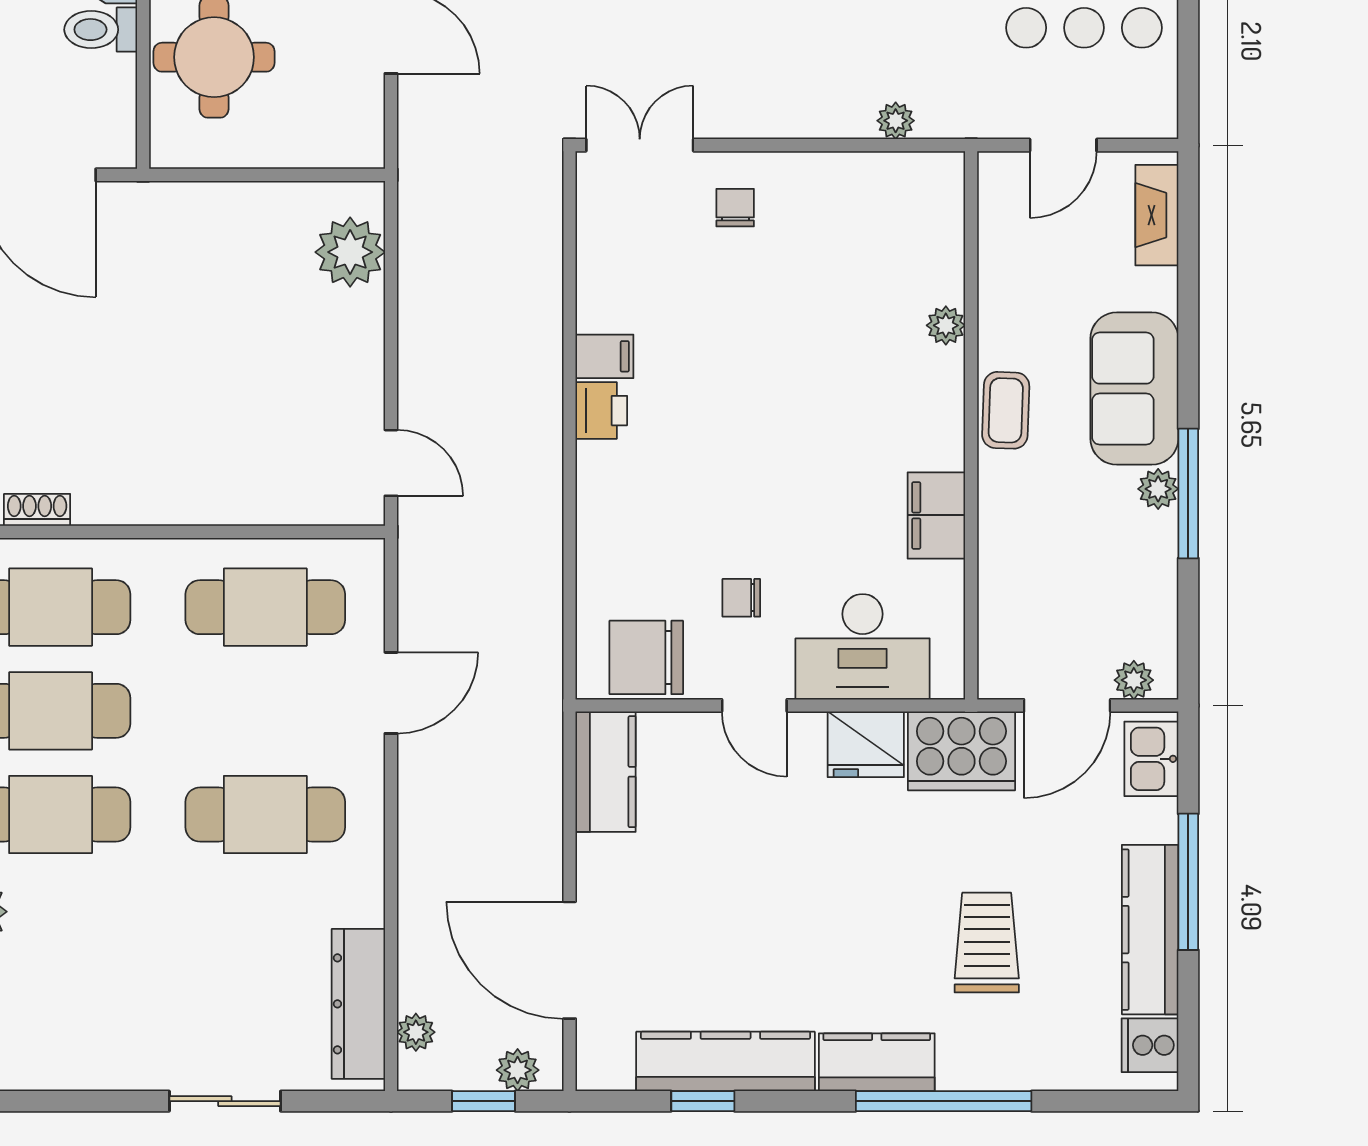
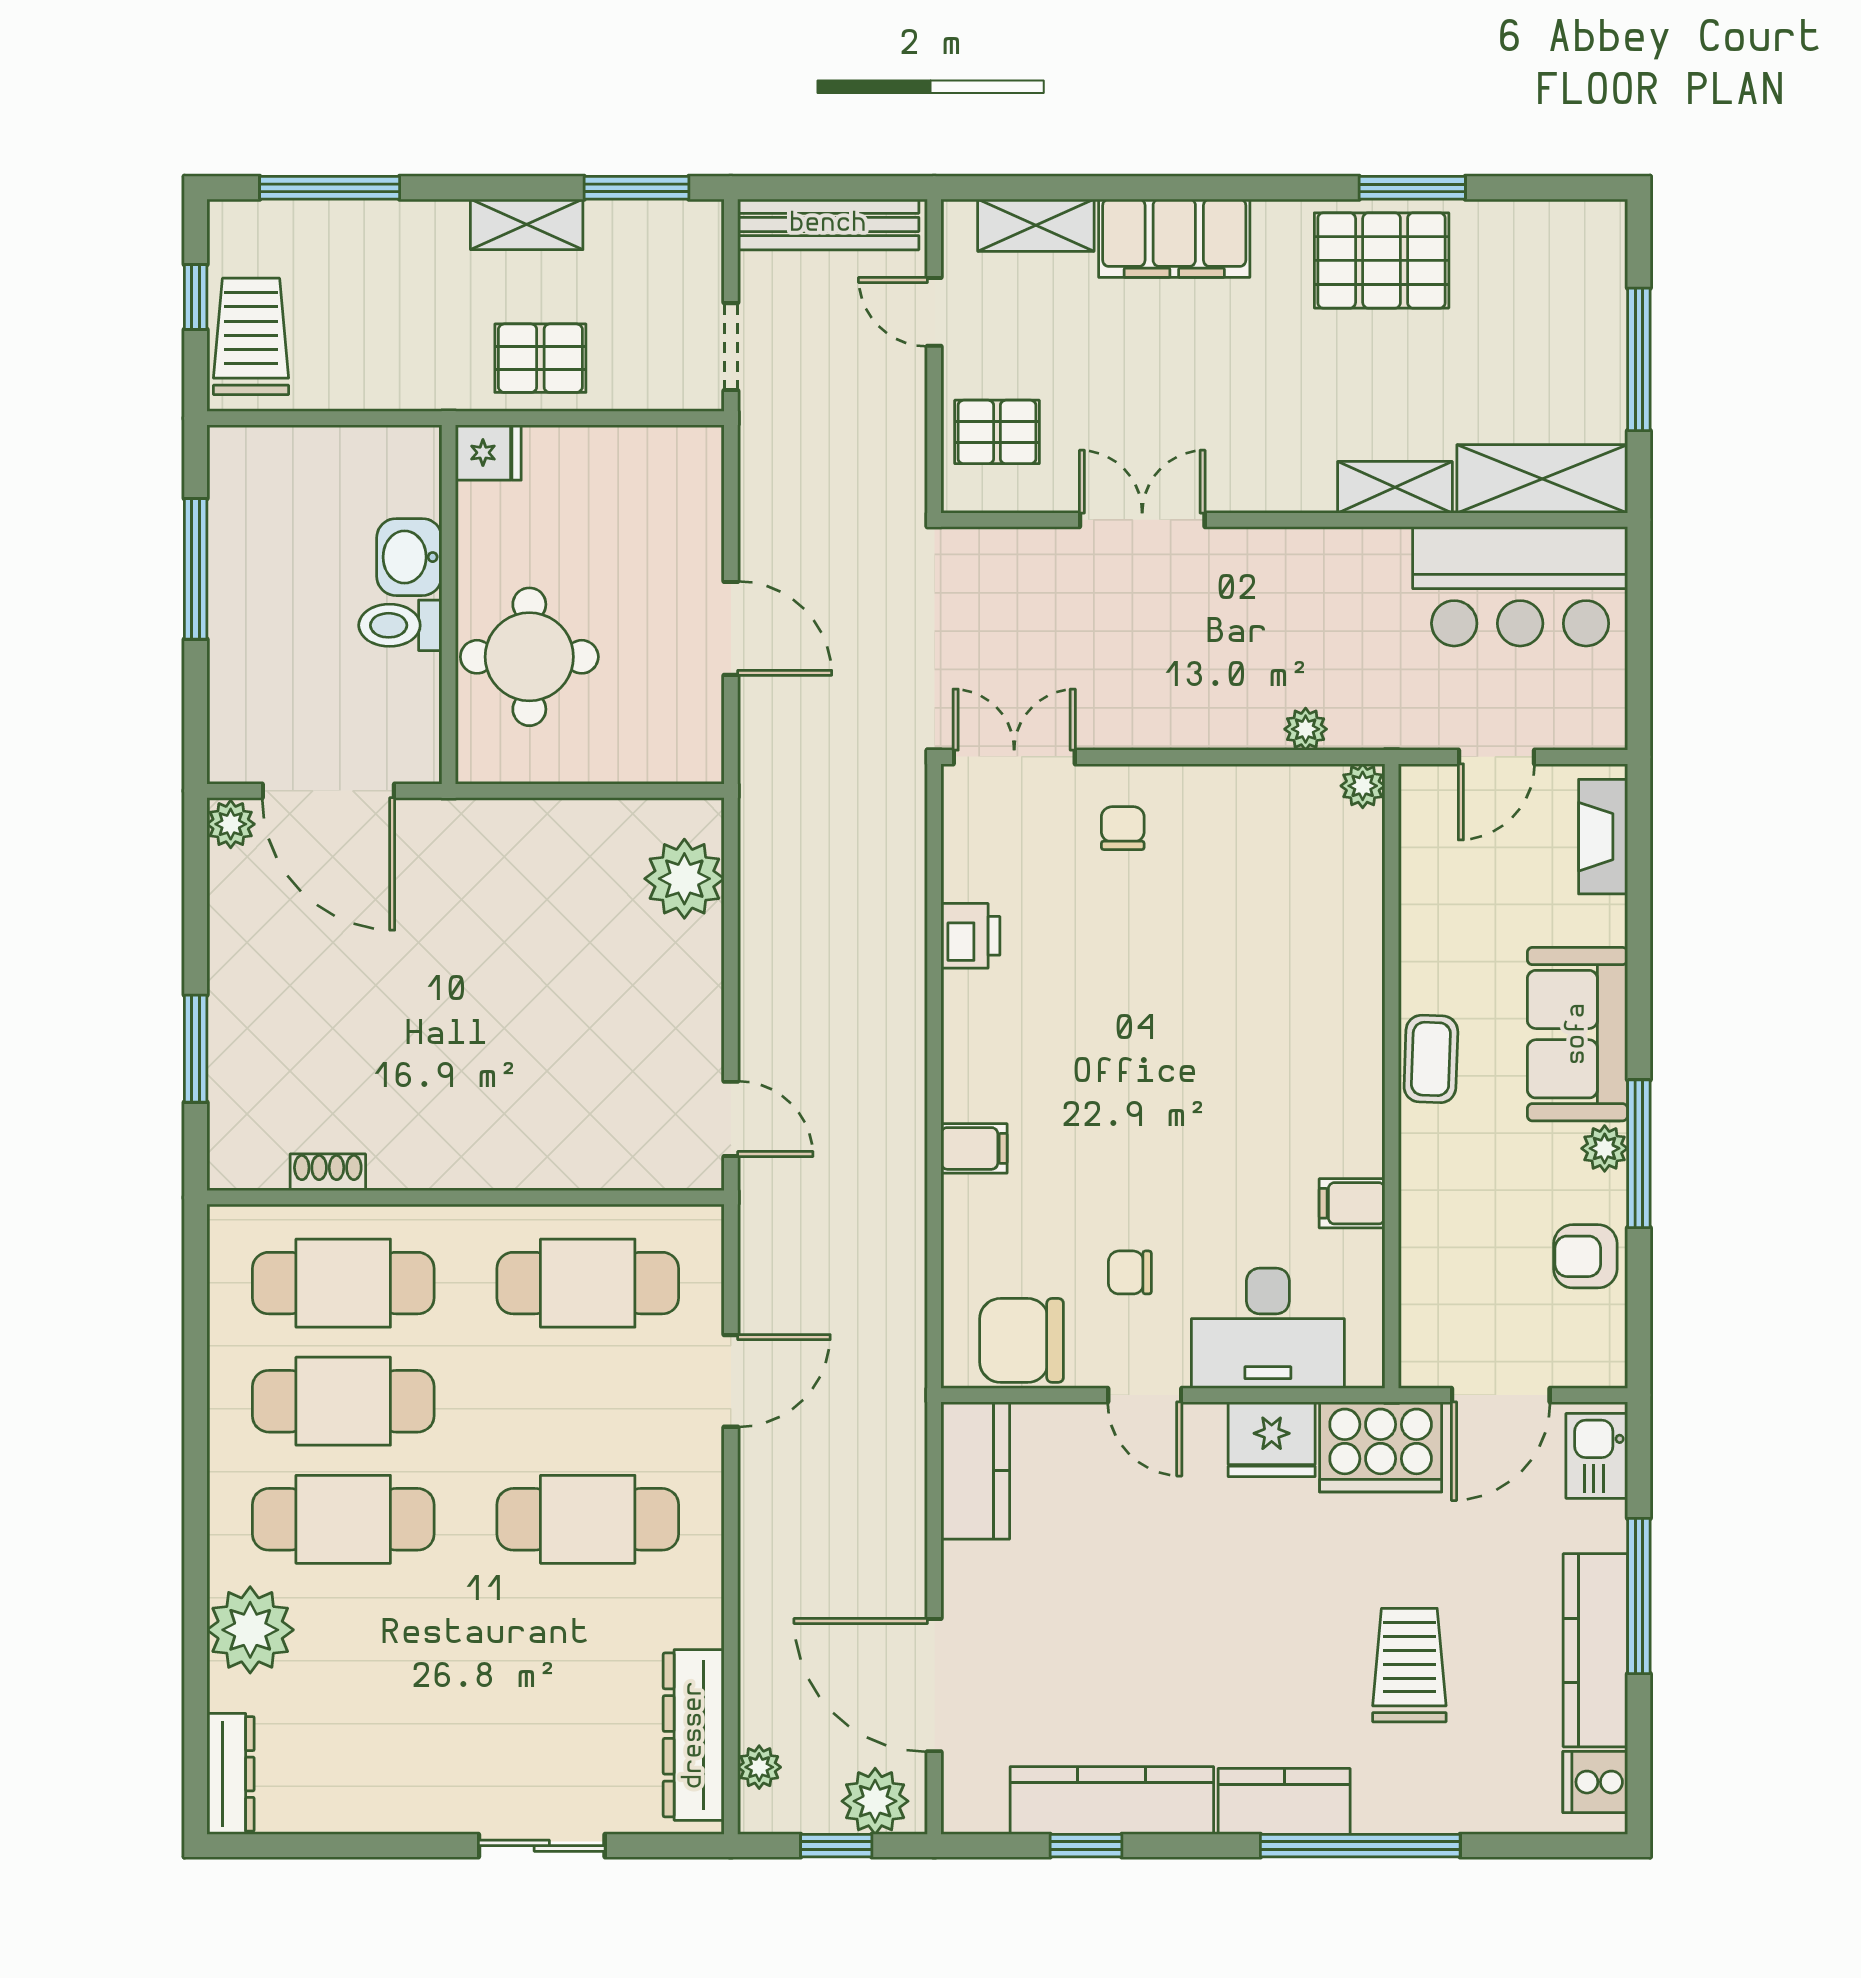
plant: (946, 325) -> (1363, 786), moved
filing cabinet: (604, 356) -> (974, 1148), moved
printer: (601, 411) -> (970, 936), moved
filing cabinet: (936, 515) -> (1352, 1203), width x0.50
armchair: (1141, 584) -> (1585, 1256), added
plant: (1134, 680) -> (1577, 1366), removed
plant: (518, 1070) -> (875, 1801), width x1.38, depth x1.38

